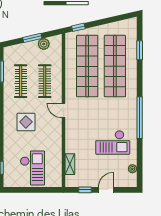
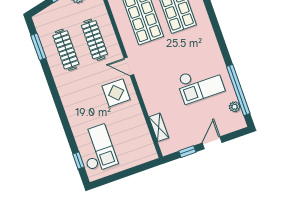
window: (140, 118) -> (238, 90), moved
display table: (26, 122) -> (116, 93), moved
checkout: (32, 168) -> (97, 149), moved

